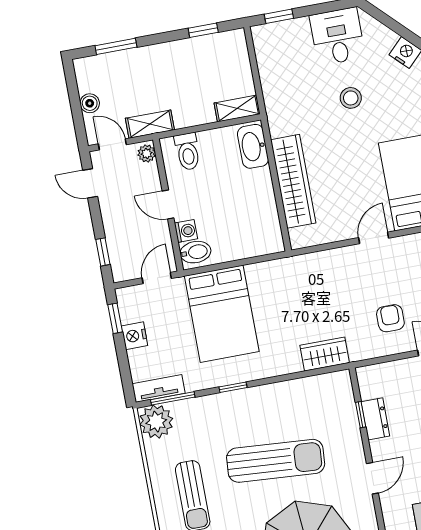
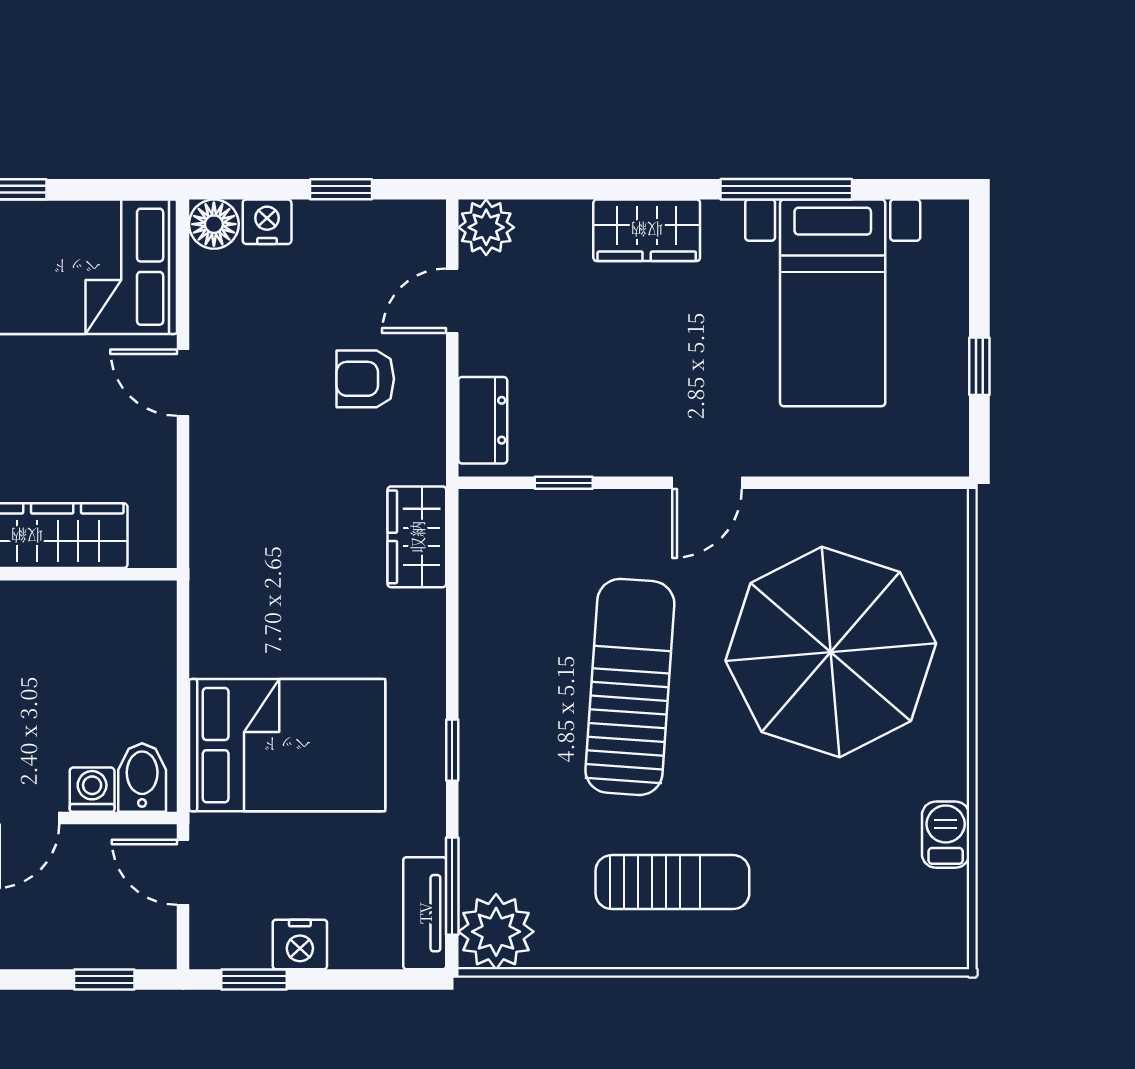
dresser: (375, 419) -> (483, 420), moved, turned 90
door: (372, 478) -> (707, 483), swing flipped

